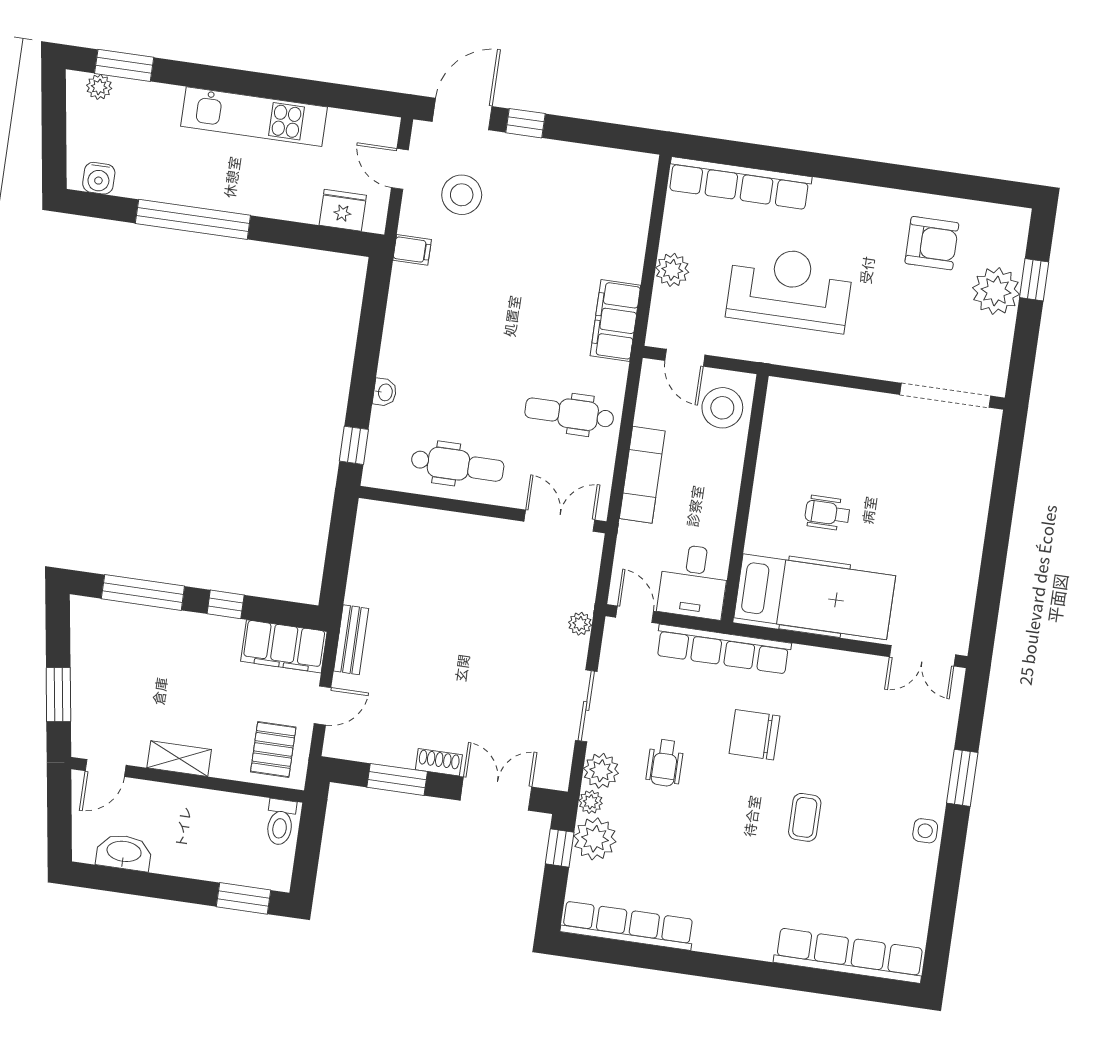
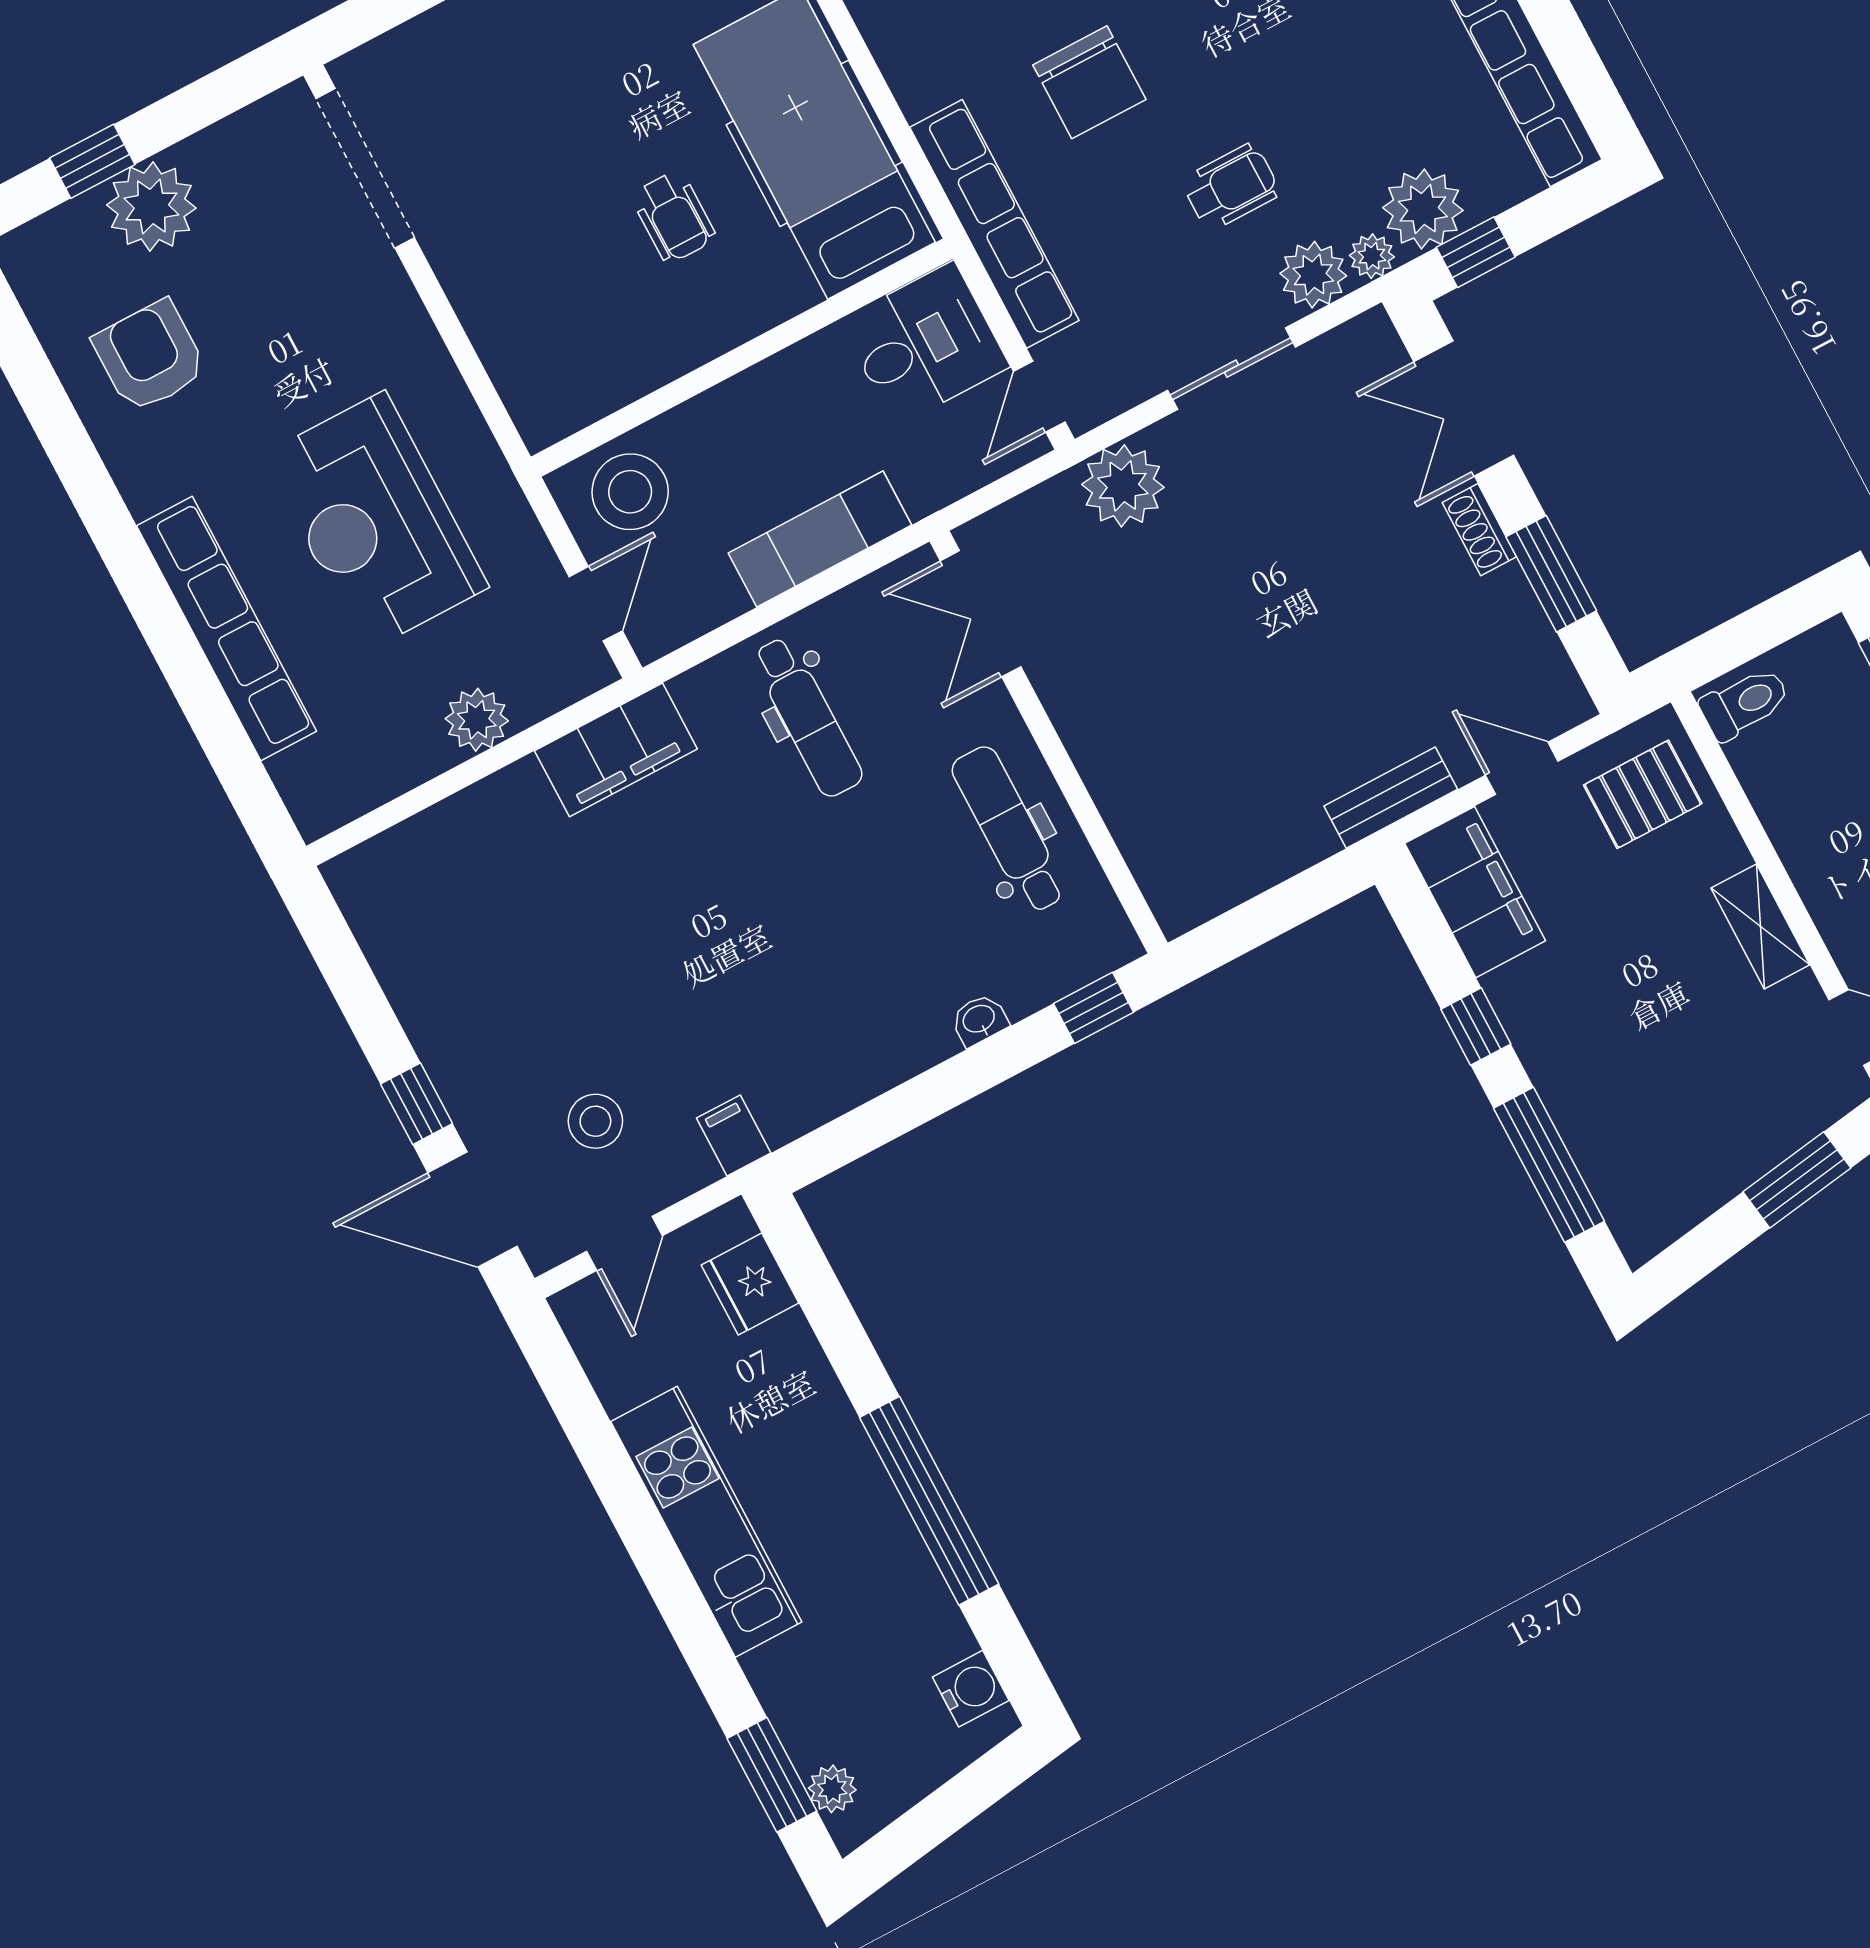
row of seats: (739, 183) -> (226, 629), moved
stool: (462, 195) -> (595, 1121), width x0.73, depth x0.73
plant: (580, 624) -> (1123, 486), width x1.88, depth x1.88

